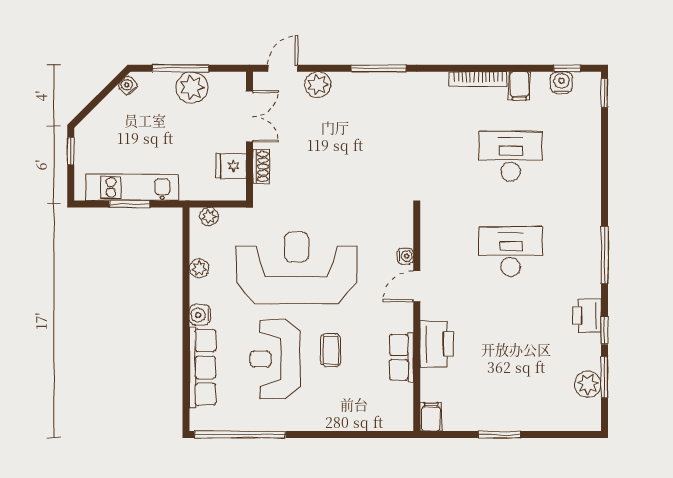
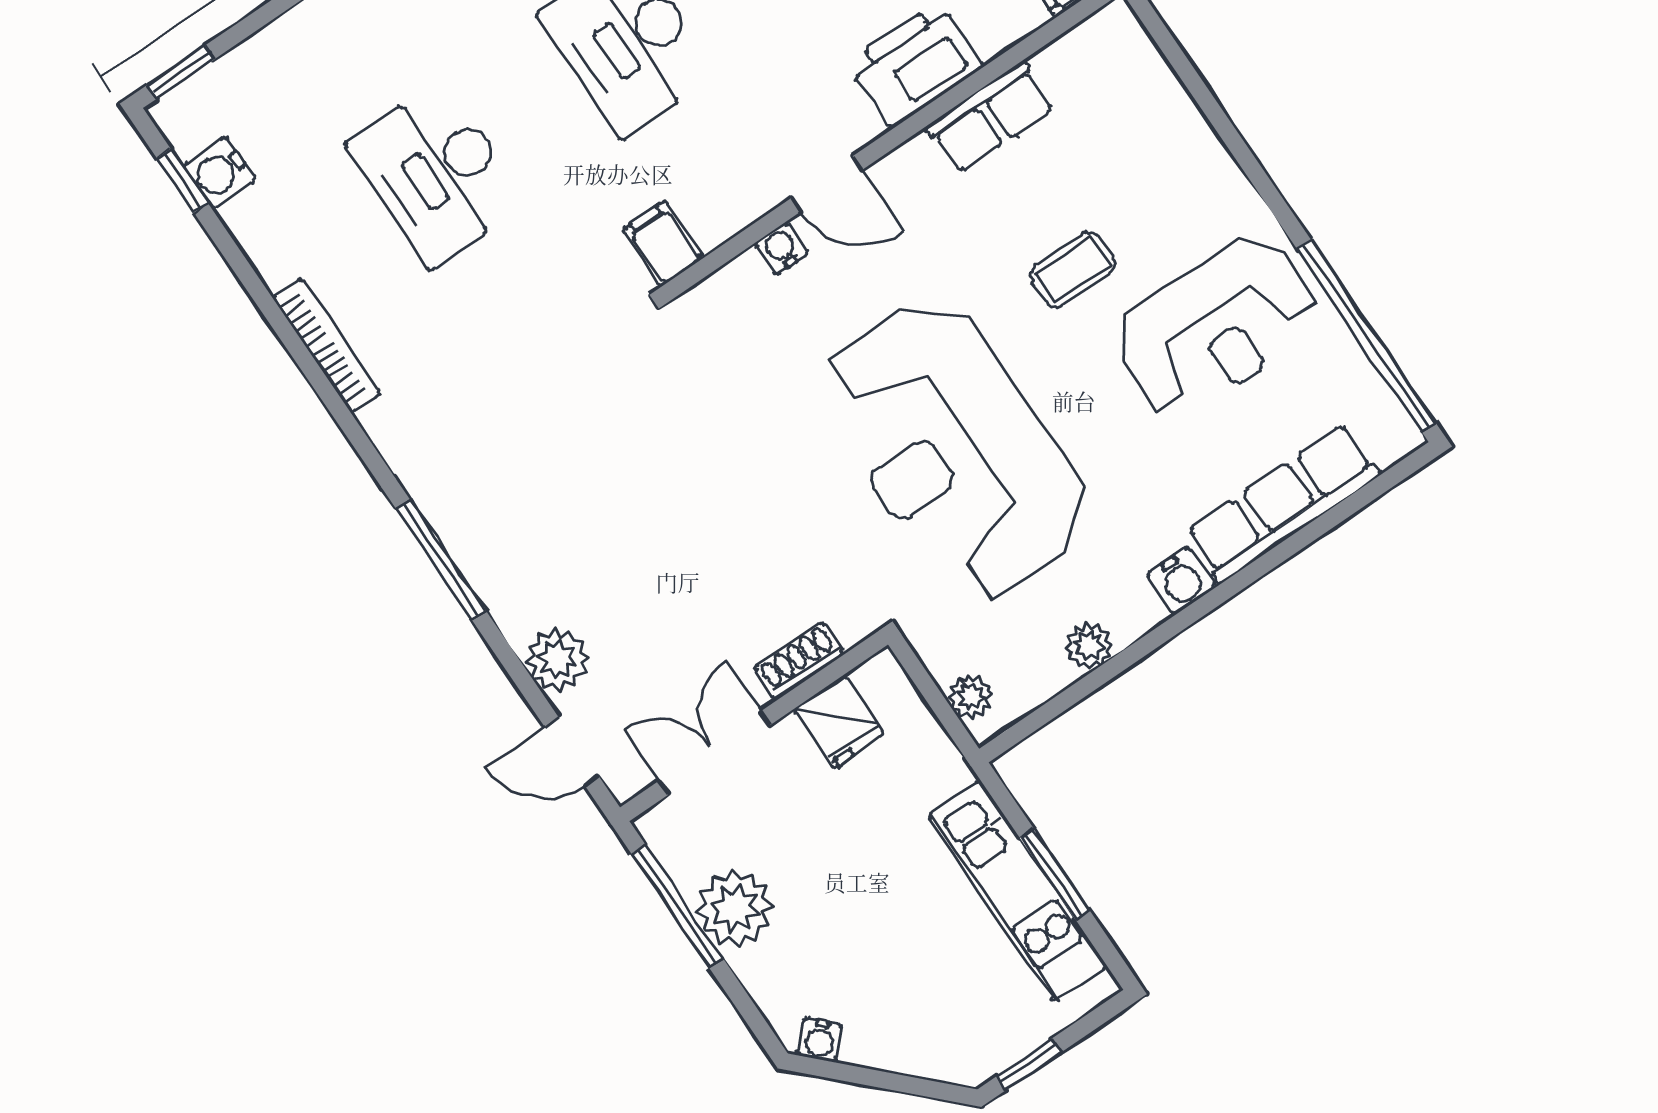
window: (181, 68) -> (677, 906), moved
filing cabinet: (519, 86) -> (663, 243), moved, turned -90
reception desk: (275, 359) -> (1216, 327), moved

